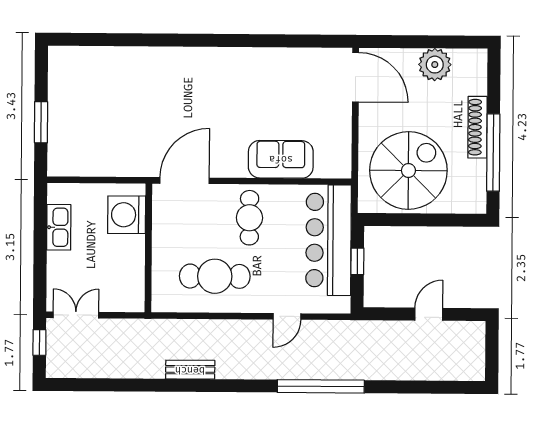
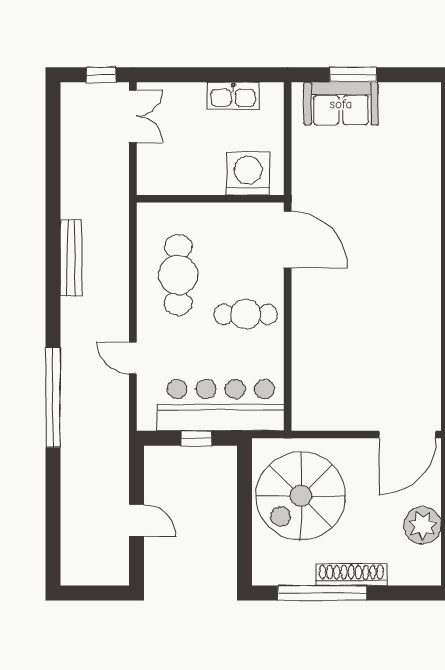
sofa: (281, 159) -> (341, 104), moved, turned 90
spiral stairs: (408, 170) -> (301, 496), turned 90
bench: (190, 370) -> (71, 258), width x1.36

